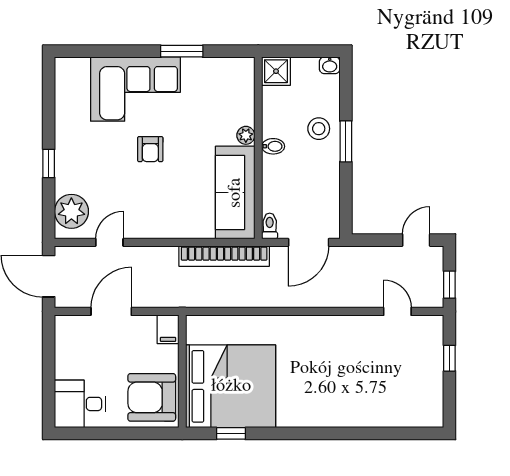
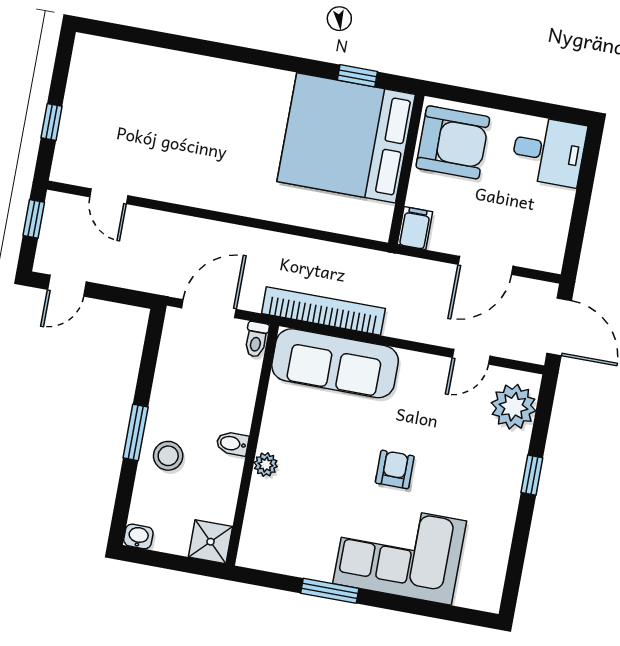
sofa: (235, 193) -> (335, 363), moved, turned 90

